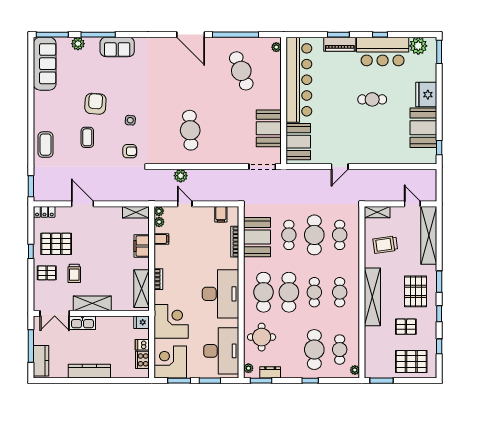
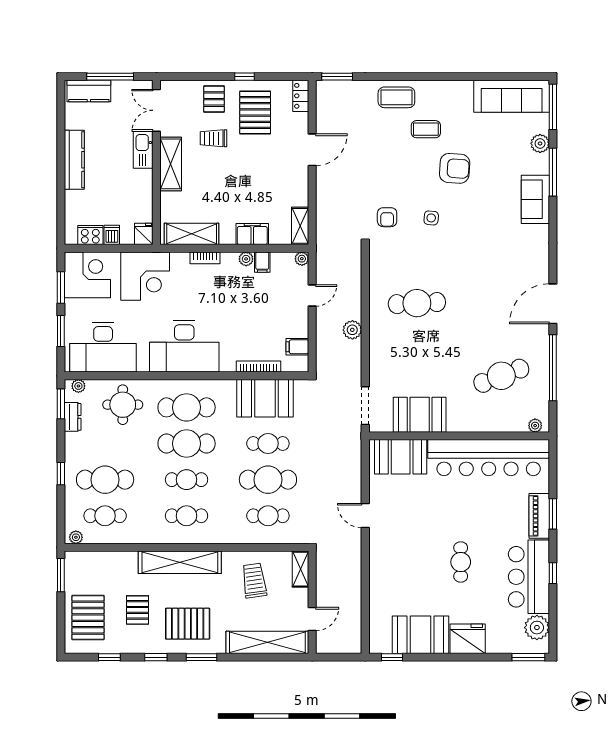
coffee table: (87, 137) -> (426, 129), moved
plant: (181, 176) -> (352, 330), moved
plant: (159, 222) -> (246, 259), moved

